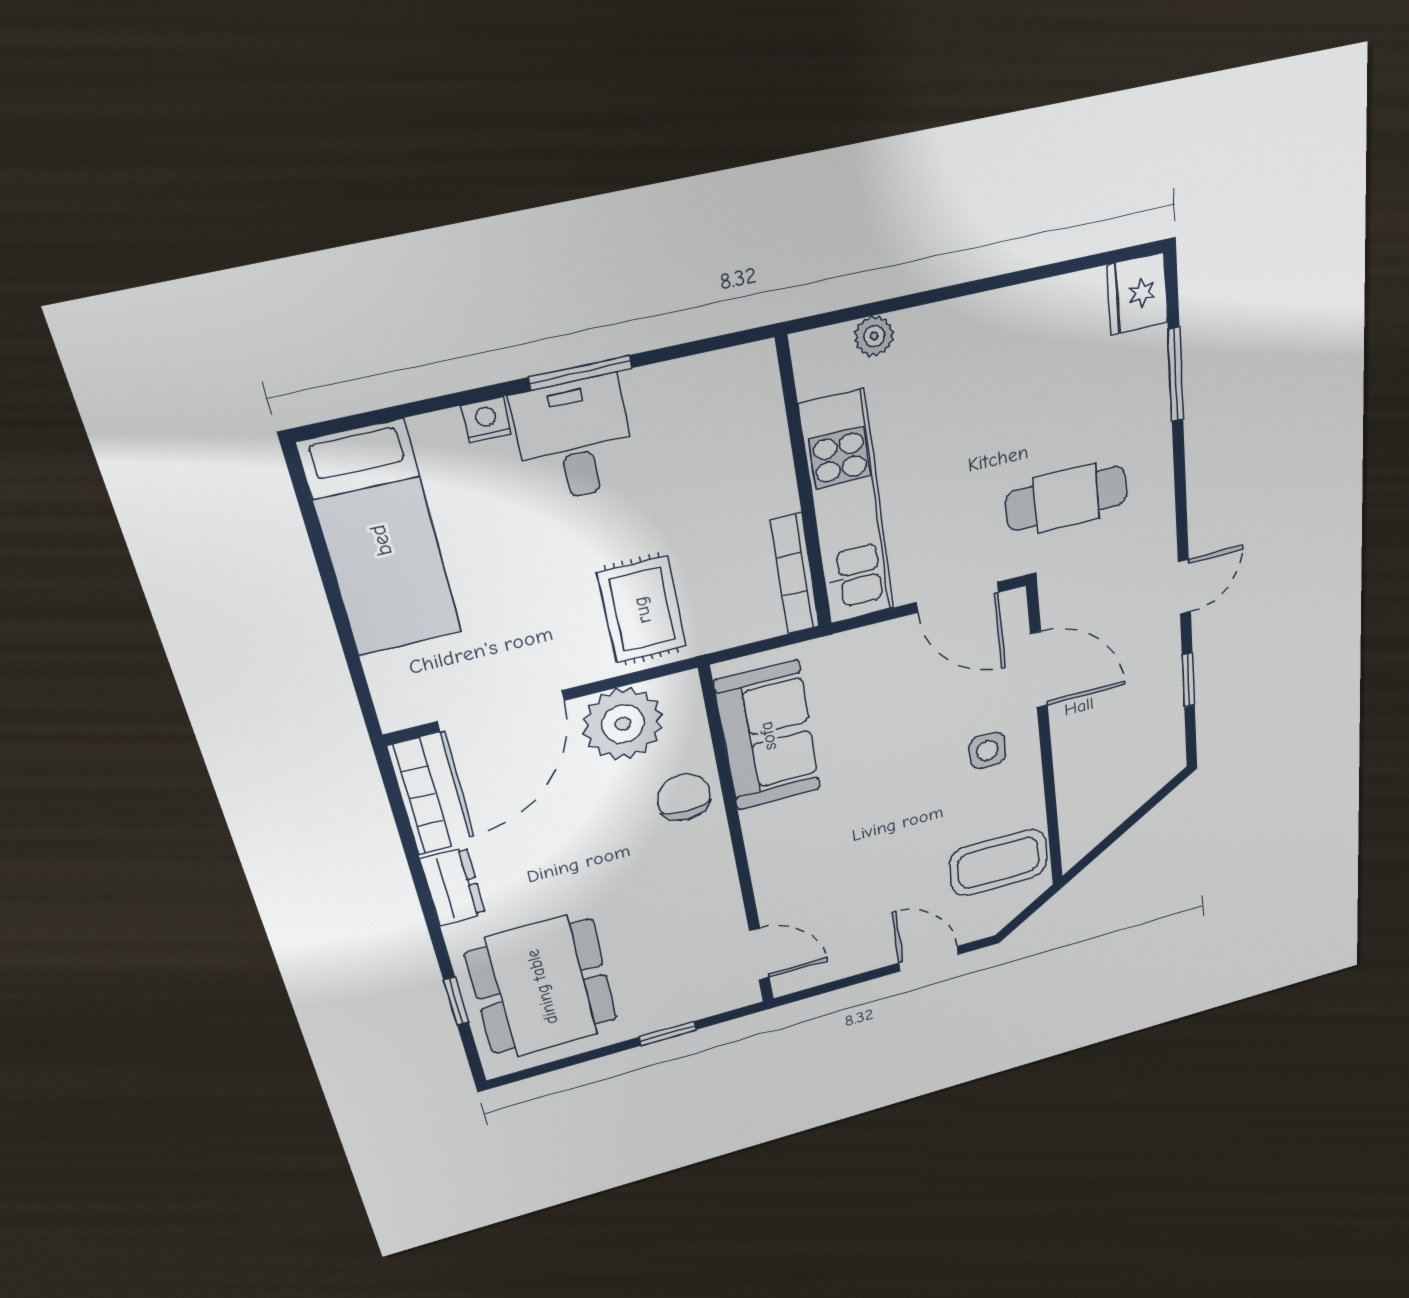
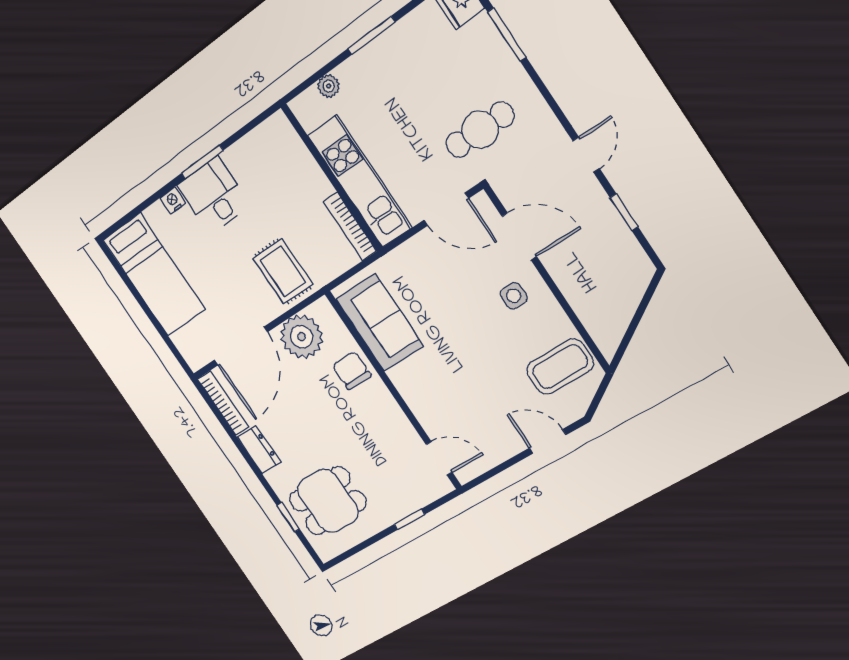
window: (984, 285) -> (371, 35), added
dining table: (542, 987) -> (328, 501), width x0.73

